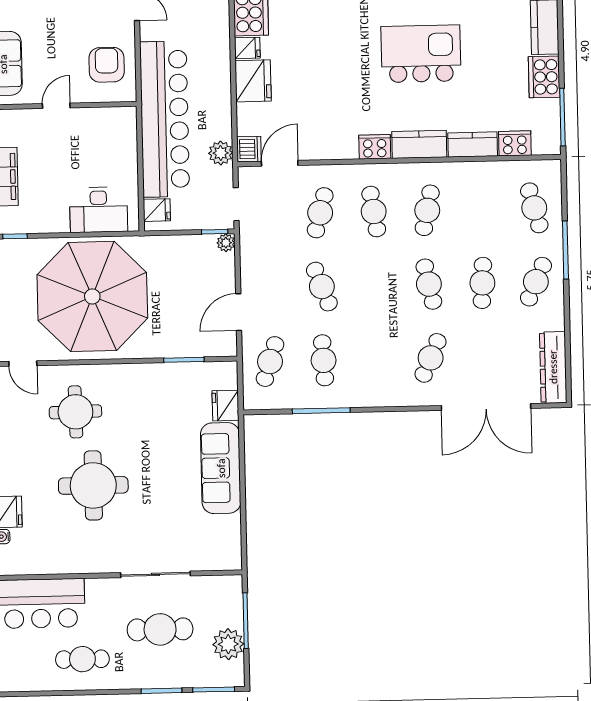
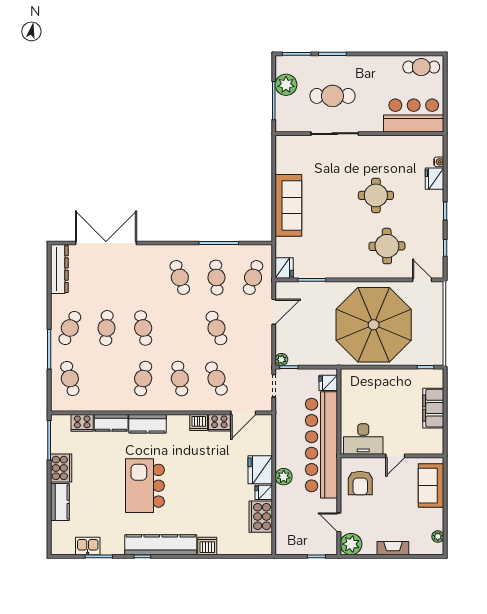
kitchen island: (421, 54) -> (145, 486), turned 90
cooker: (375, 147) -> (219, 423), moved
dishwasher: (249, 149) -> (199, 423), moved, turned -90
plant: (221, 153) -> (284, 477), moved
desk: (99, 210) -> (363, 439), moved, turned 180
cafe table: (320, 213) -> (216, 378), turned -39
cafe table: (431, 358) -> (180, 277), moved, turned -42
fridge: (226, 406) -> (284, 268), moved
round table: (93, 485) -> (376, 195), width x0.73, depth x0.73
cafe table: (82, 659) -> (421, 67), moved

